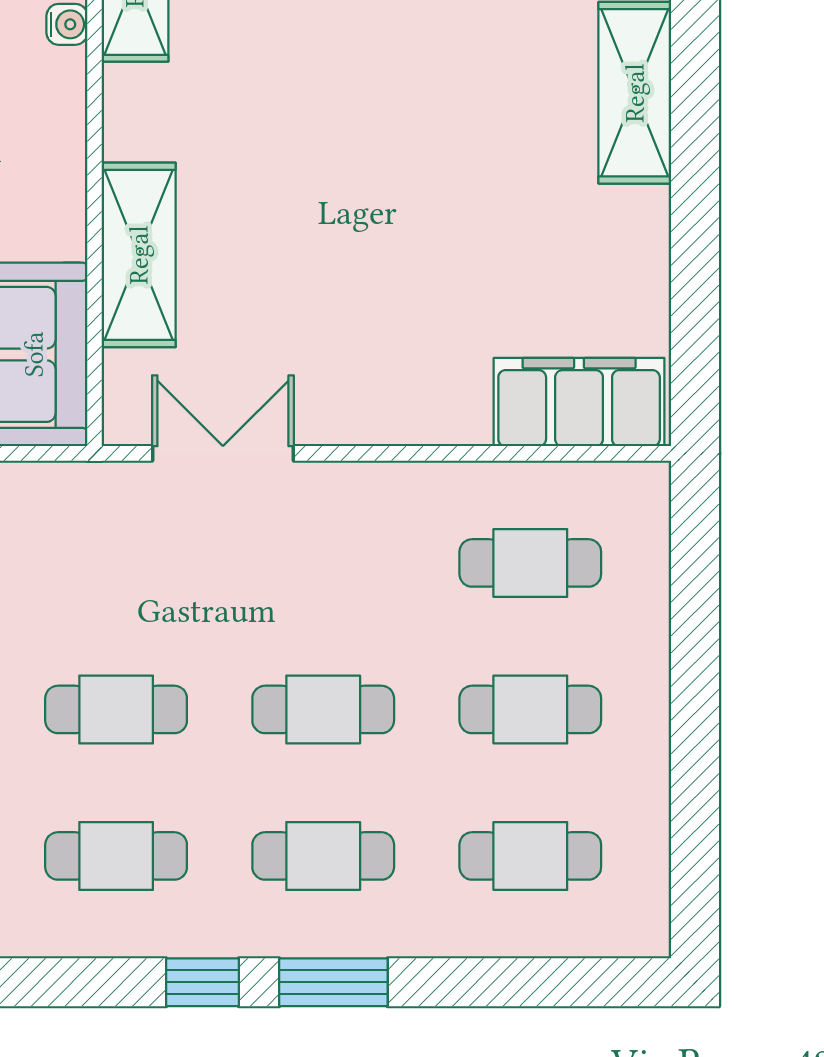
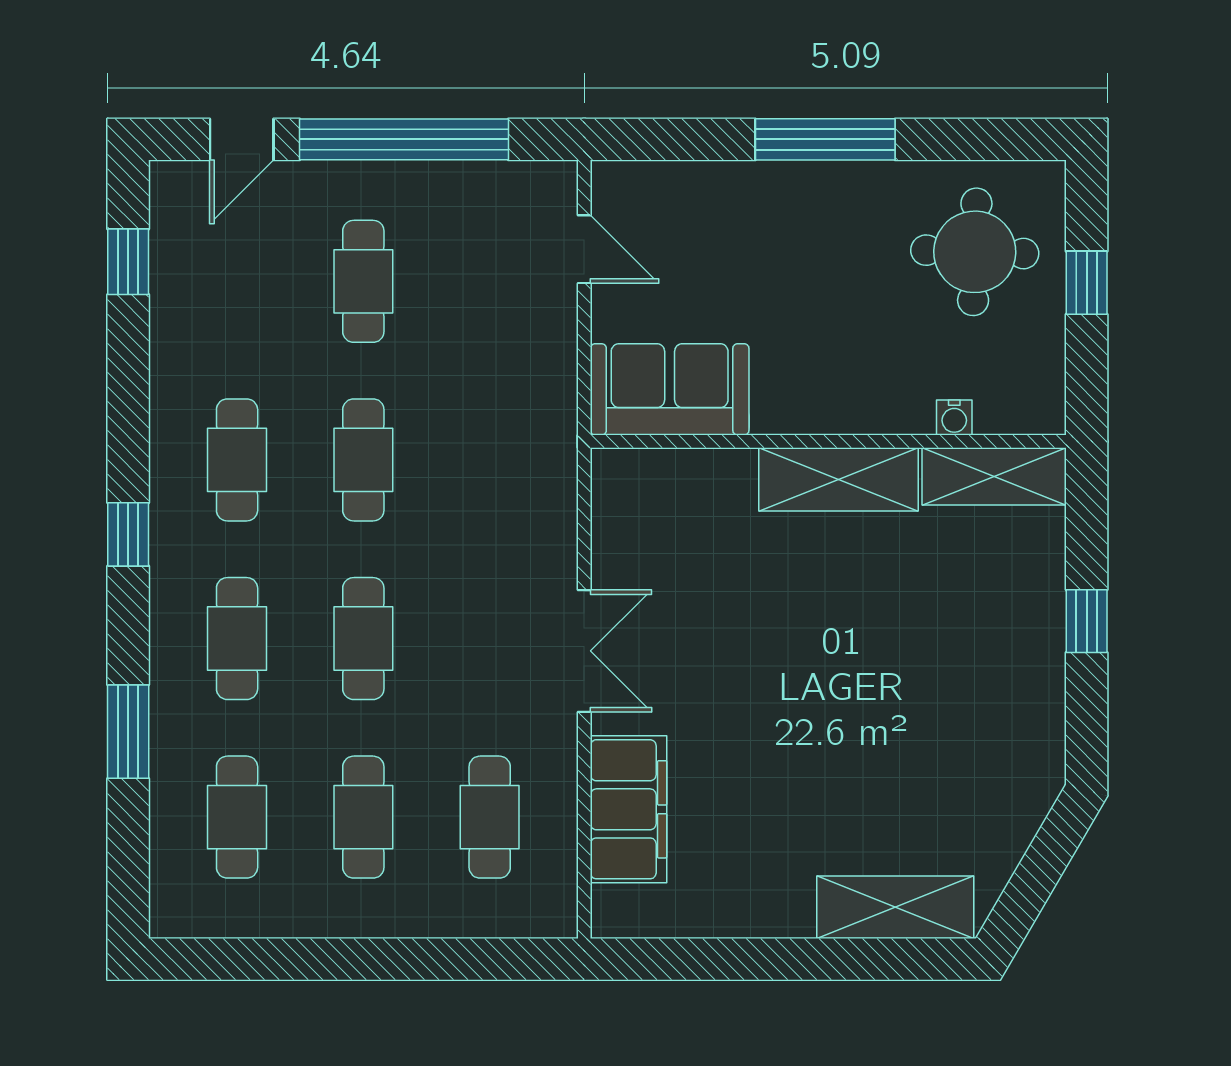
shelving: (139, 255) -> (838, 479), moved
filing cabinet: (579, 402) -> (629, 809), moved
double door: (223, 453) -> (584, 651), moved
window: (333, 982) -> (128, 732), moved

